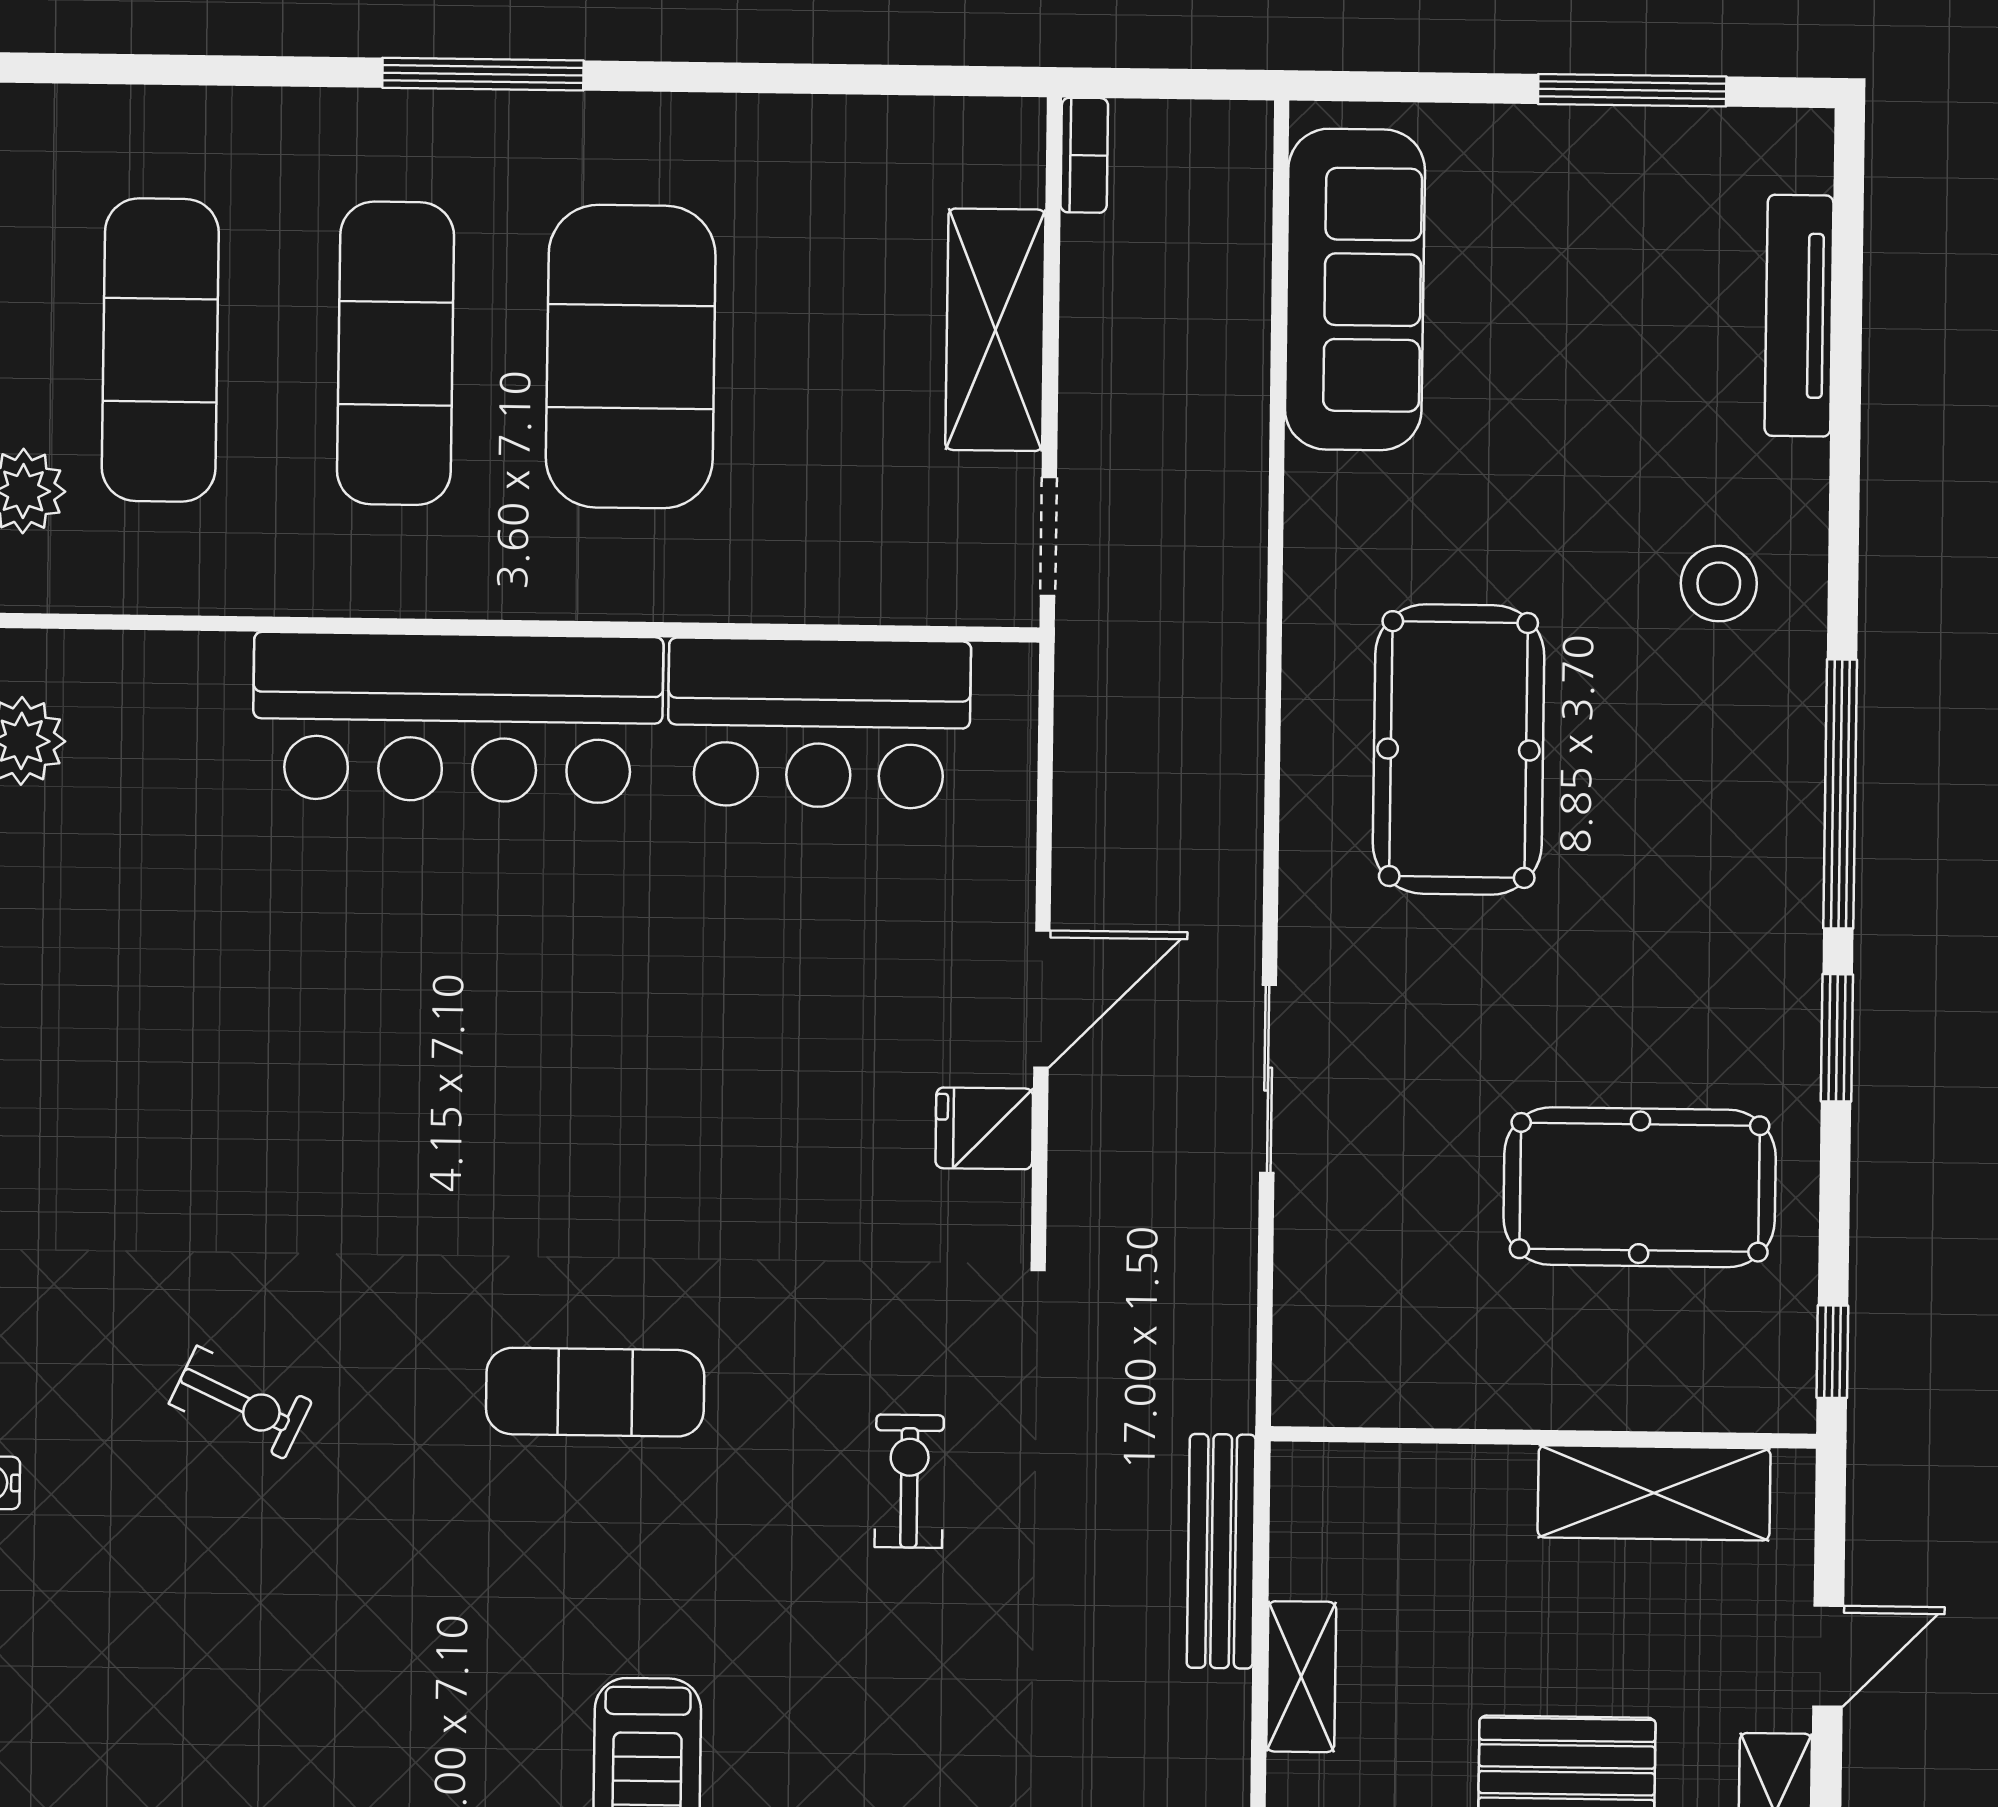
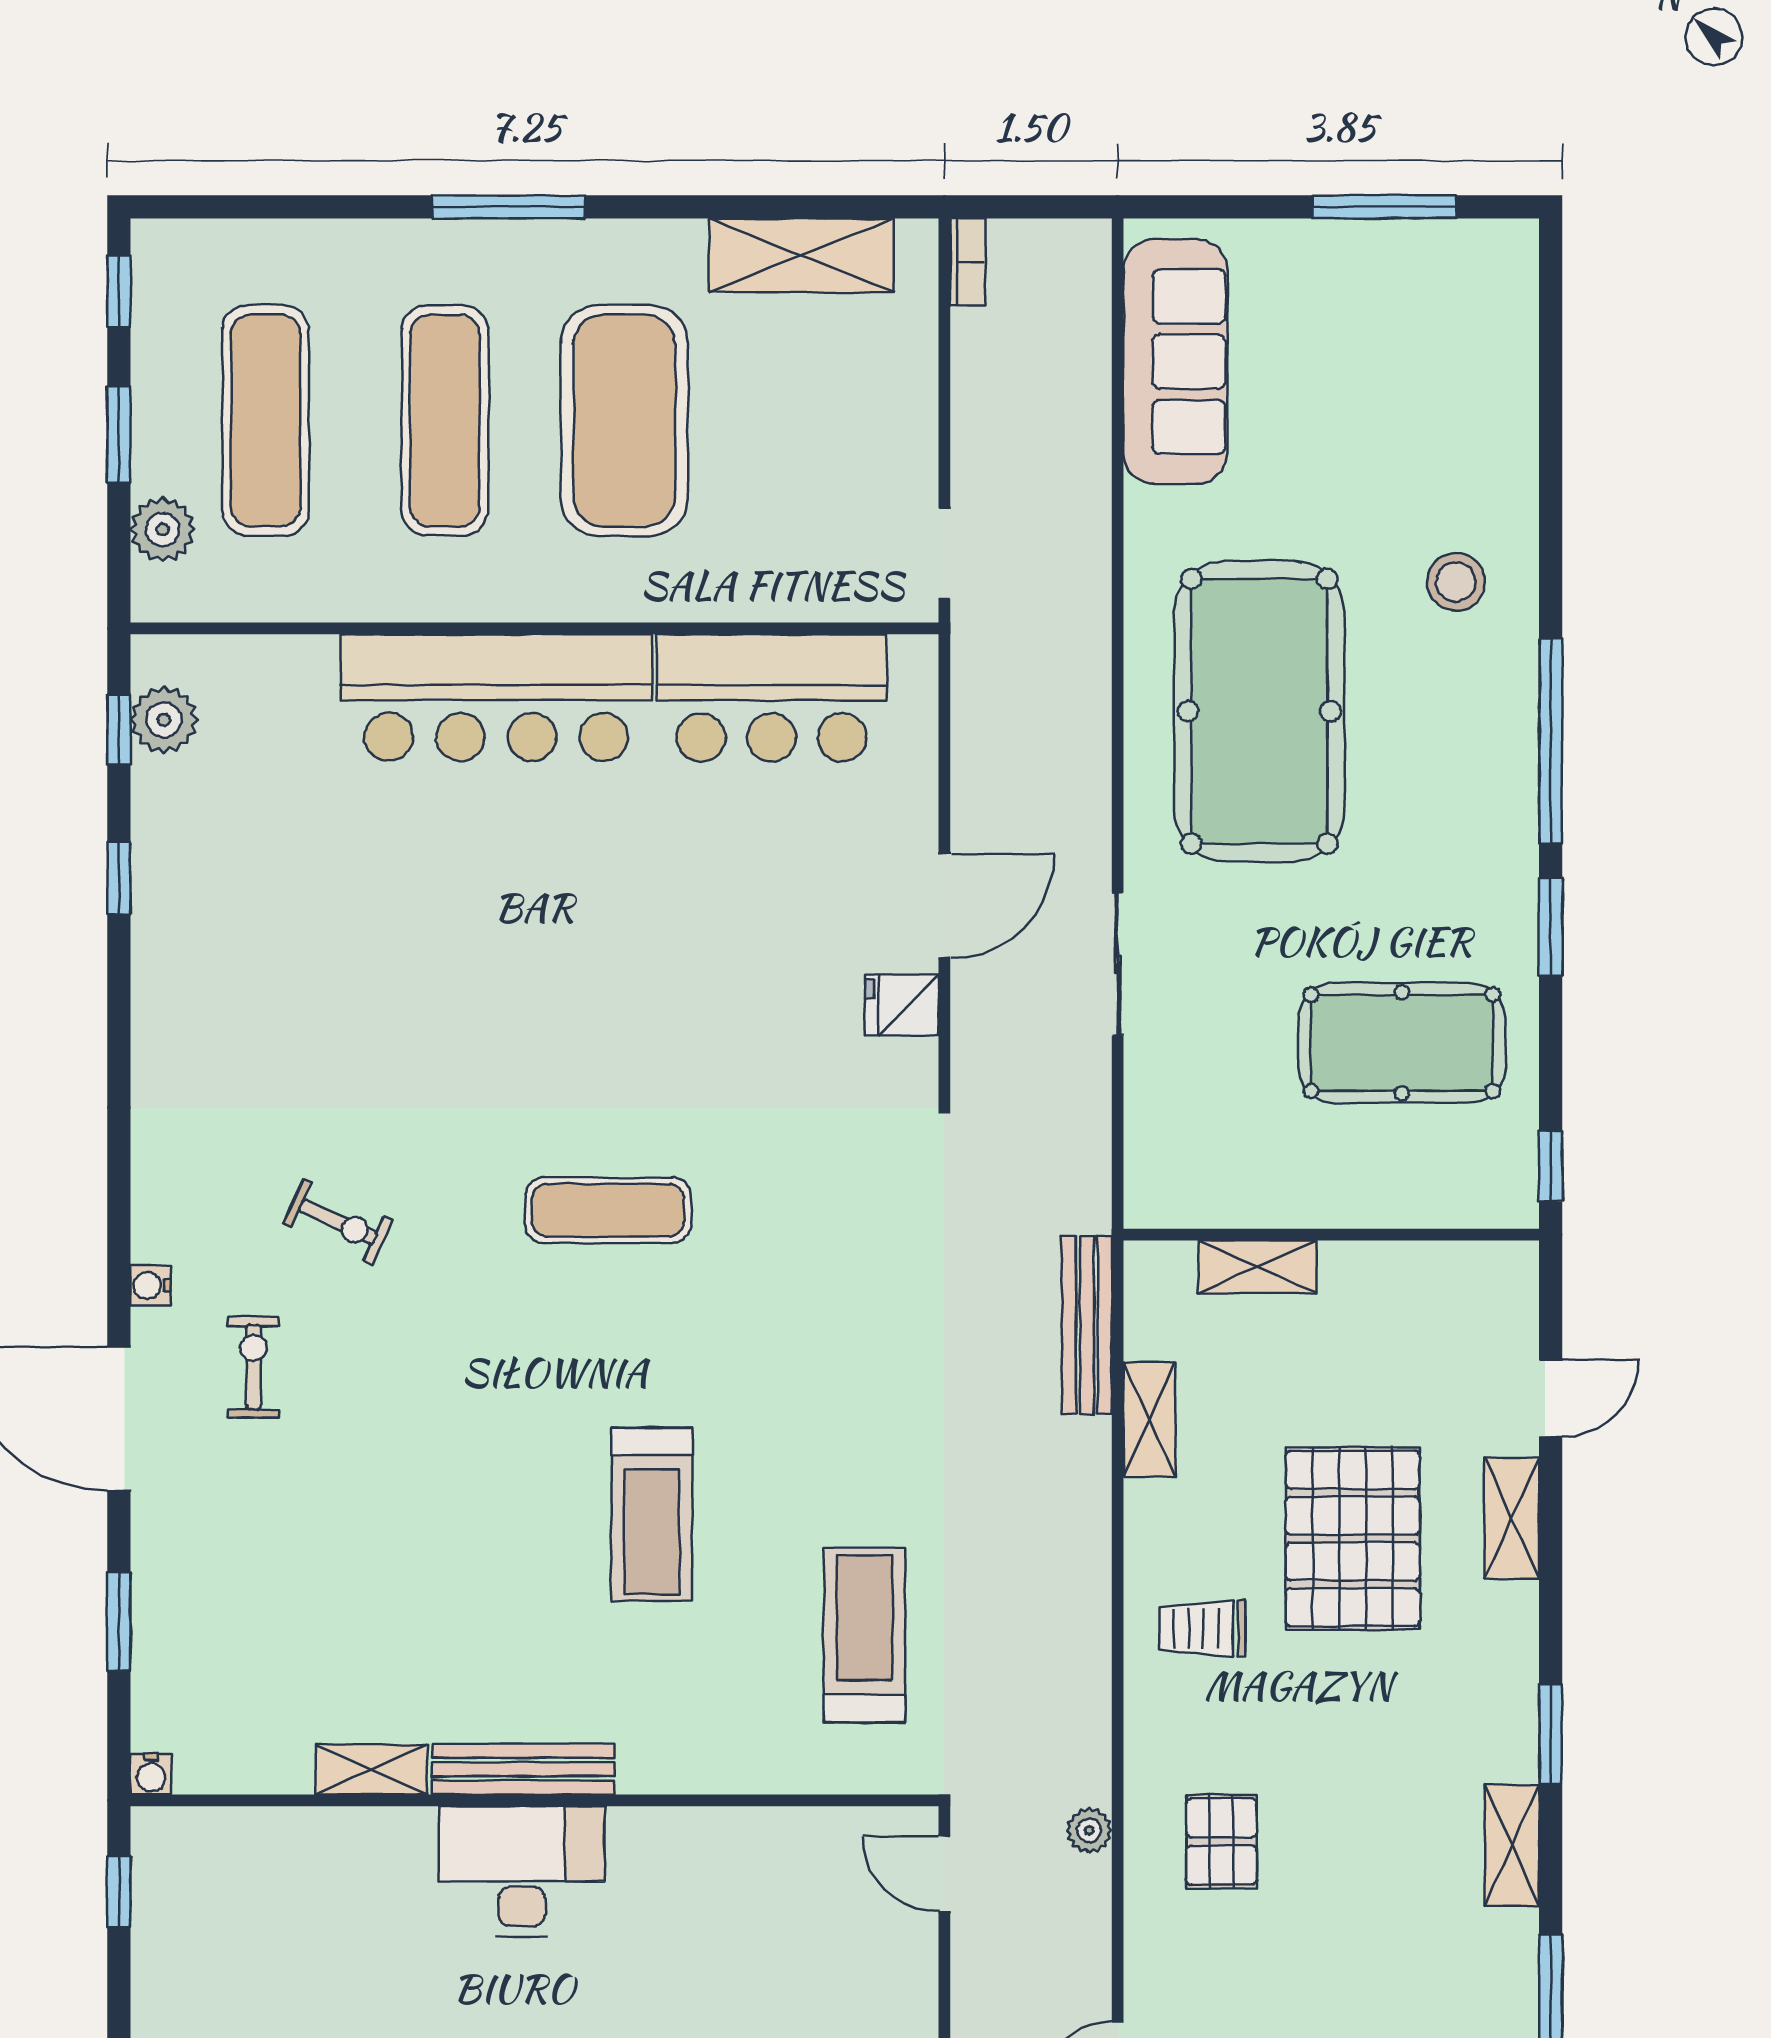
tv unit: (1799, 316) -> (1514, 377), removed
shelving: (995, 330) -> (802, 255), moved, turned 90
pool table: (1458, 750) -> (1259, 711), width x1.36, depth x1.32
exercise bike: (909, 1481) -> (253, 1367), moved
shelving: (1654, 1493) -> (1257, 1267), moved, width x0.67, depth x0.75

